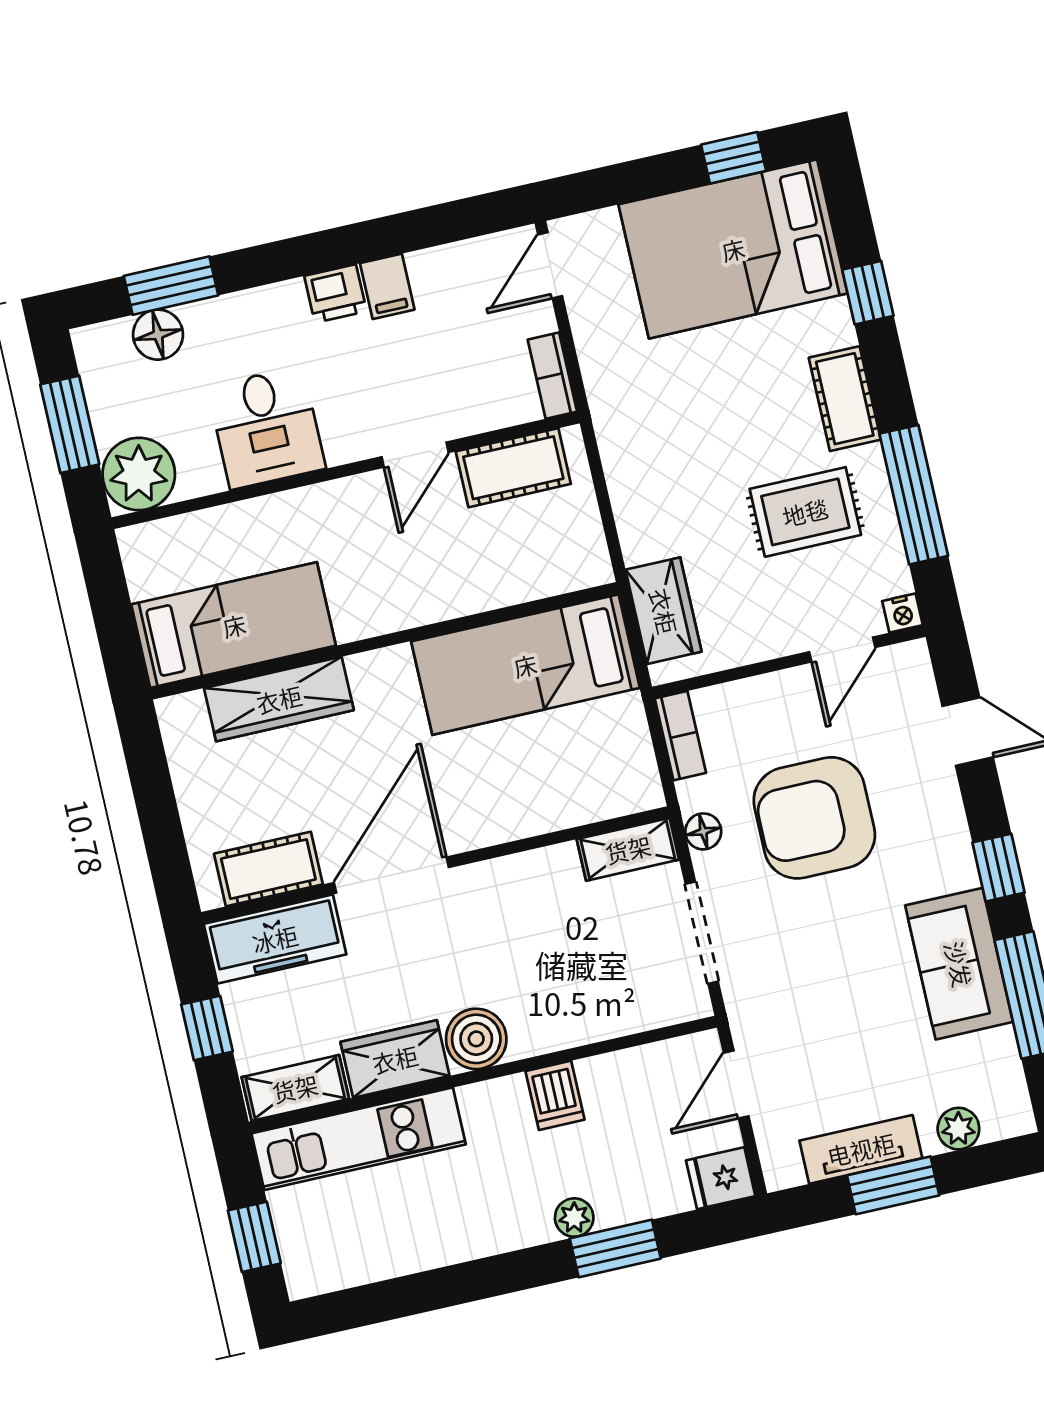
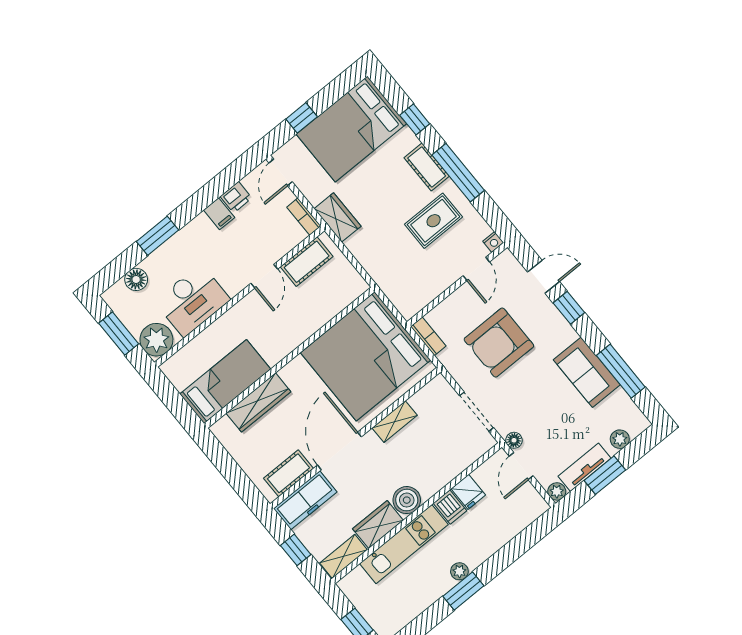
window: (734, 158) -> (302, 118), moved
window: (171, 286) -> (158, 236), moved
printer: (335, 294) -> (236, 197), moved
desk: (266, 428) -> (192, 300), width x1.37
window: (914, 495) -> (458, 173), moved
wardrobe: (664, 611) -> (337, 217), moved
bed: (525, 665) -> (366, 356), width x2.04
floor lamp: (703, 831) -> (514, 440), moved
shelving: (628, 849) -> (395, 422), moved
window: (999, 868) -> (569, 308), moved
kitchen unit: (359, 1139) -> (404, 544), moved
plant: (782, 1170) -> (557, 491), added
fridge: (721, 1178) -> (468, 492), moved, turned -90
plant: (574, 1218) -> (459, 571), moved
window: (615, 1248) -> (463, 591), moved

